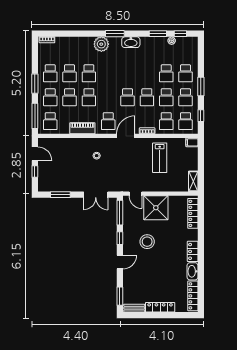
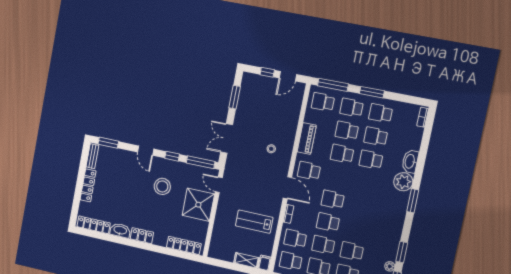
washbasin: (131, 42) -> (410, 161), moved
shelving: (193, 181) -> (247, 260), moved
door: (135, 194) -> (219, 185), hinge flipped

